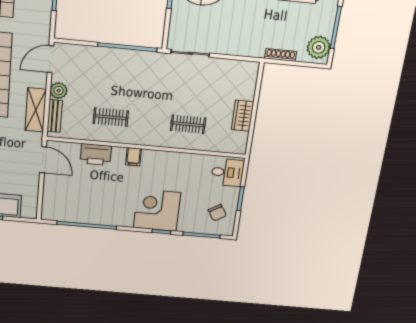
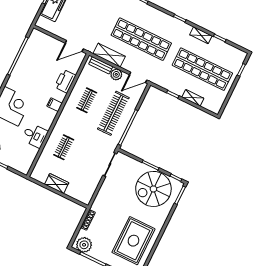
door: (50, 59) -> (138, 77), swing flipped
clothes rail: (115, 75) -> (113, 113), added
desk: (227, 172) -> (35, 136), moved, turned -90

